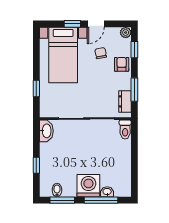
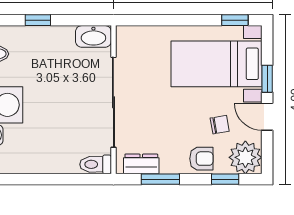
plant: (126, 33) -> (245, 157), width x1.88, depth x1.88
window: (36, 88) -> (235, 20), moved

